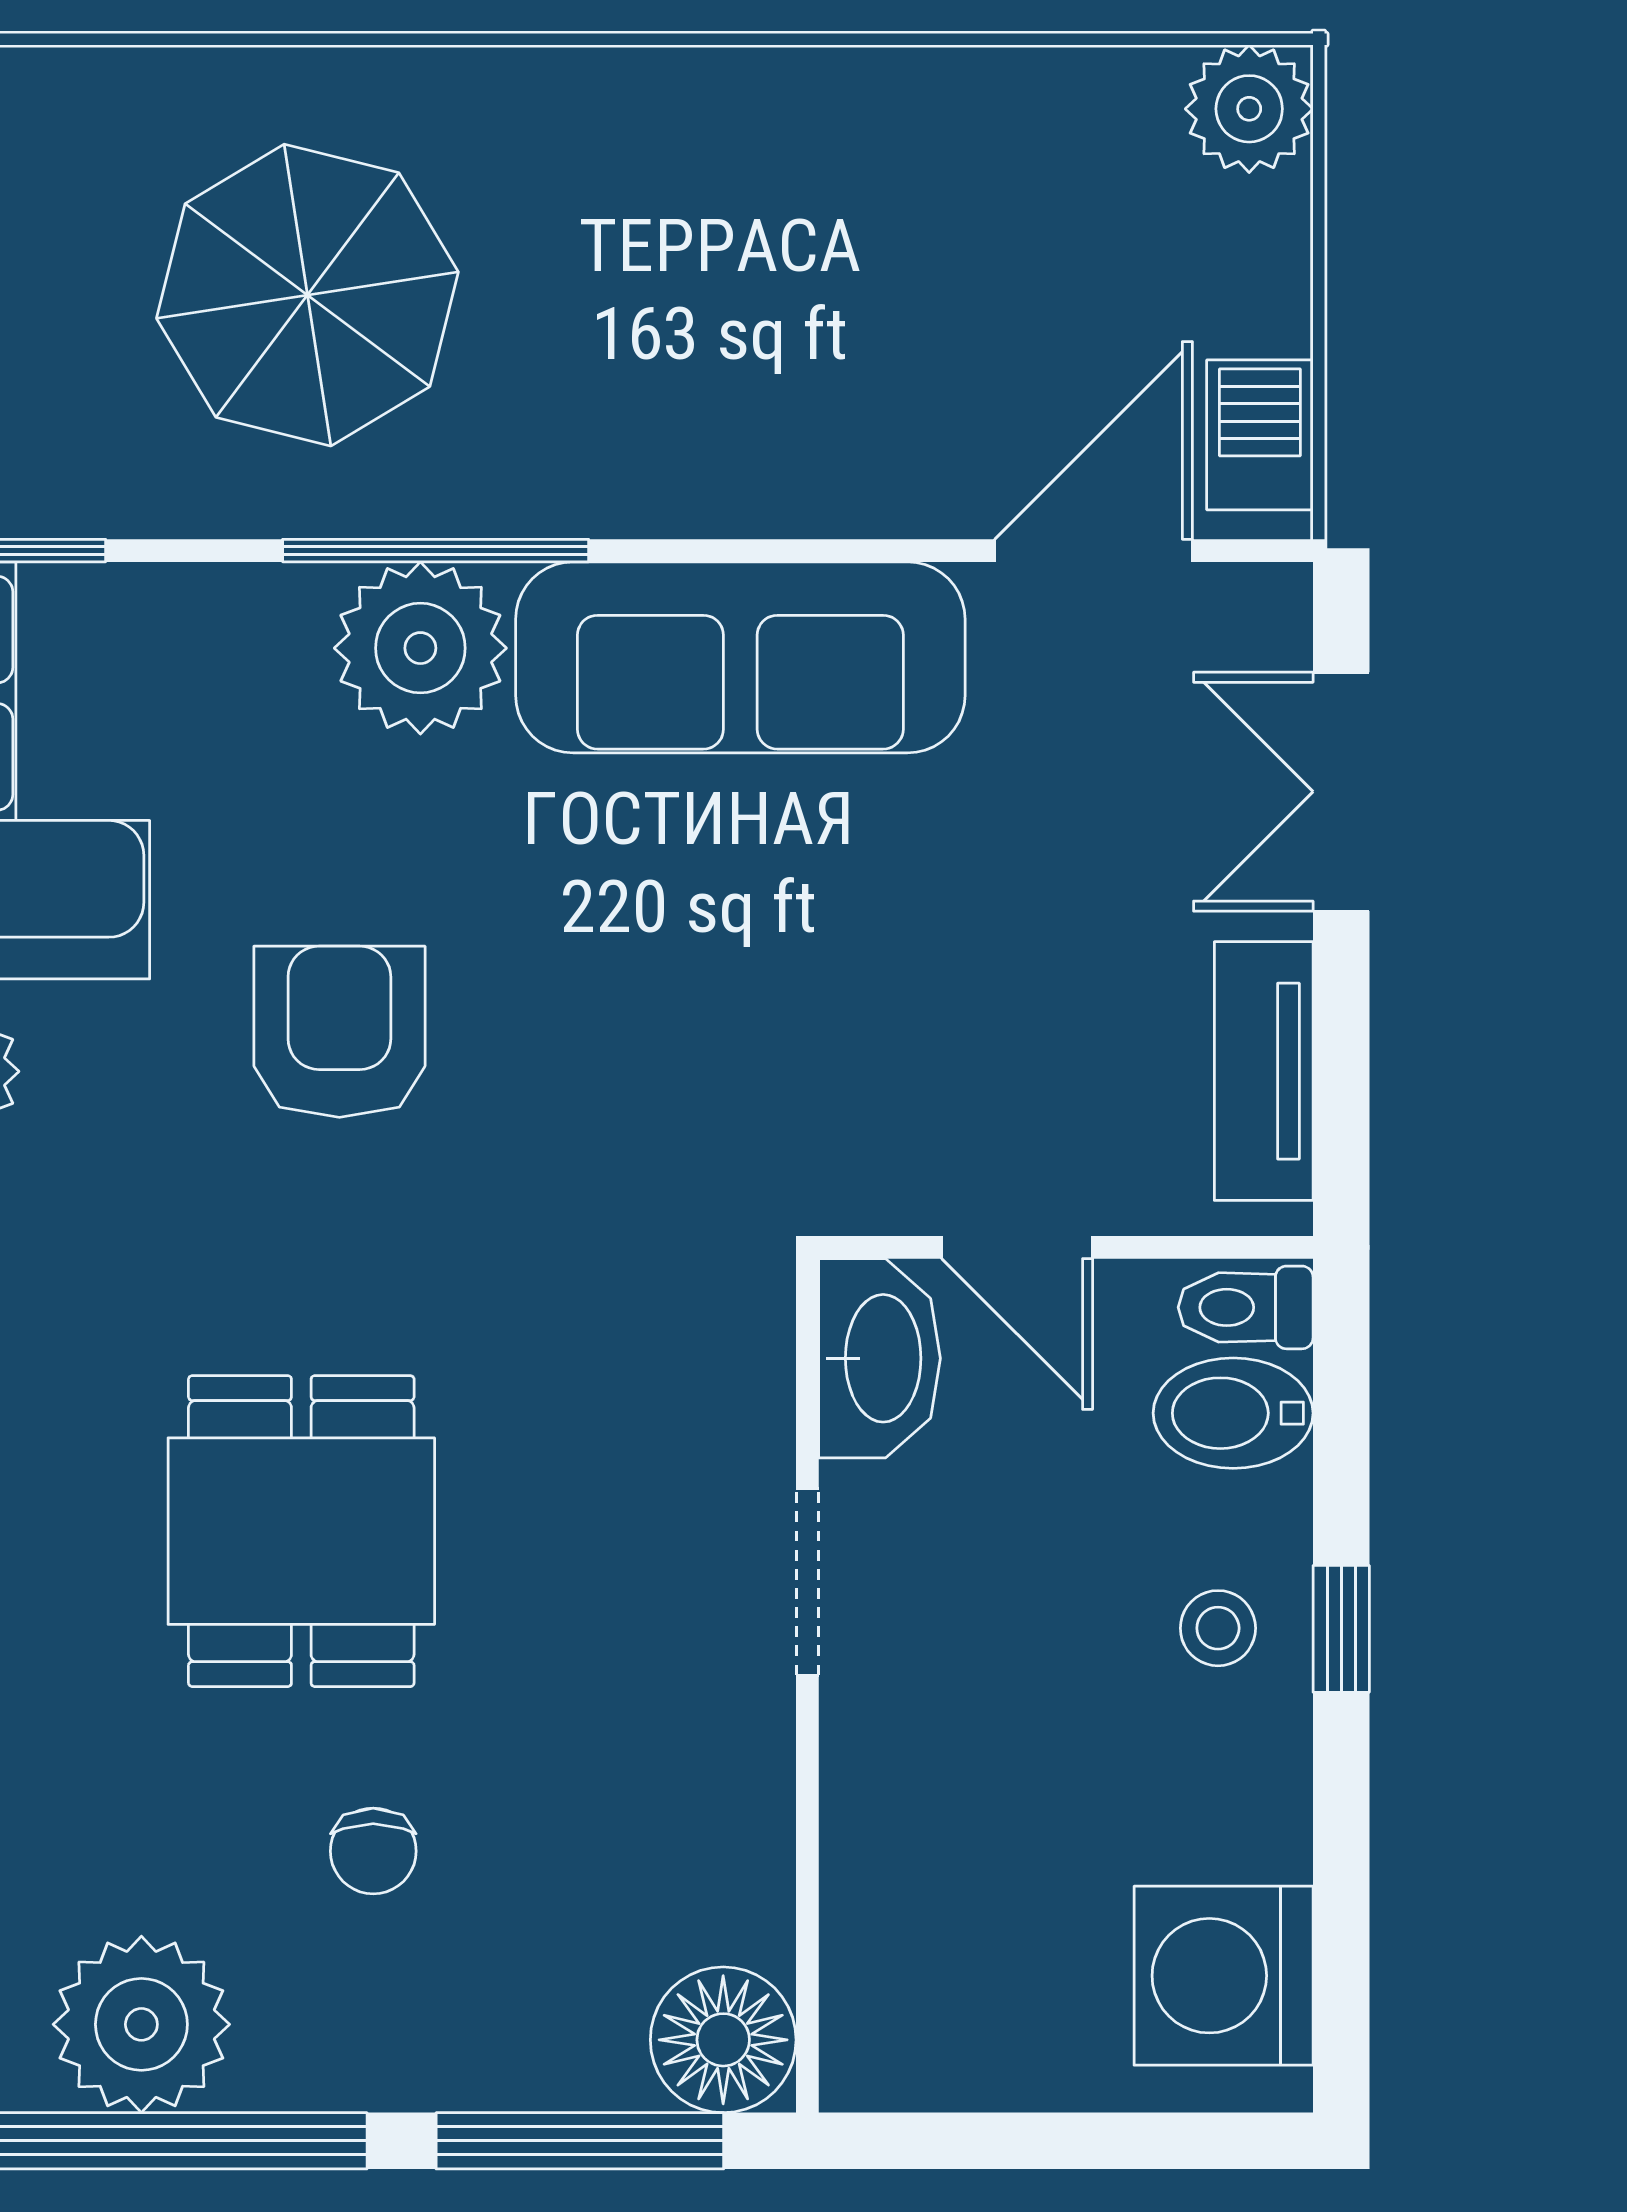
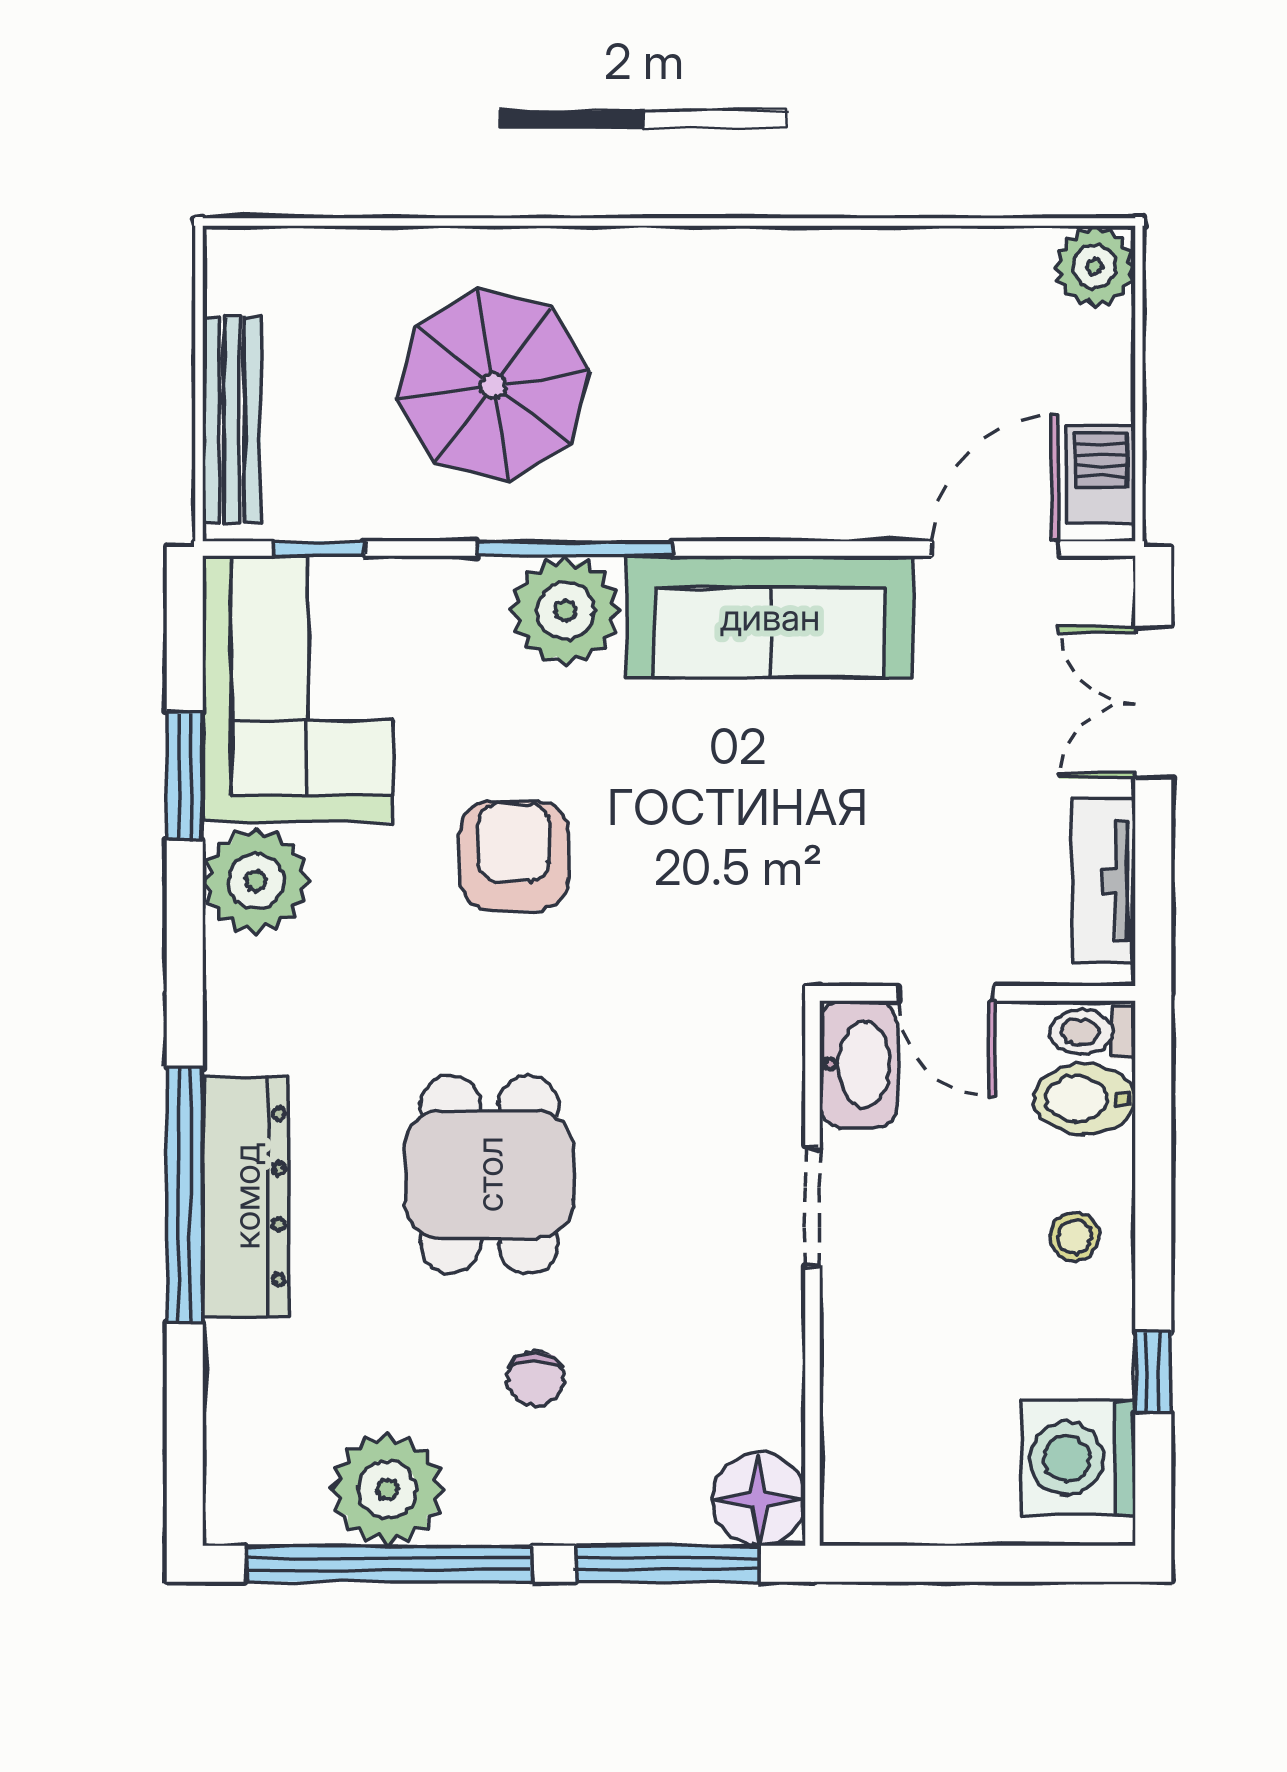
window: (1341, 1629) -> (1153, 1372), moved

